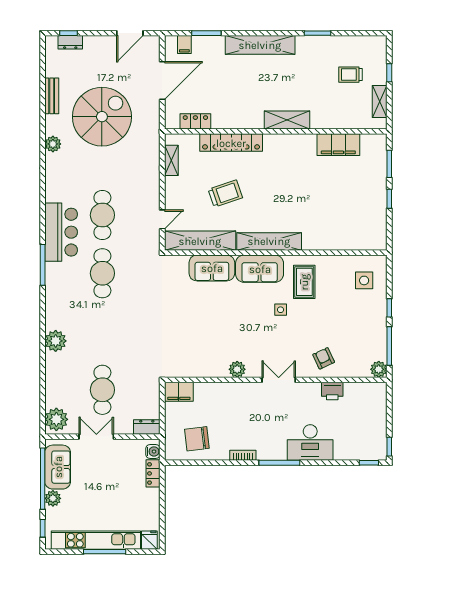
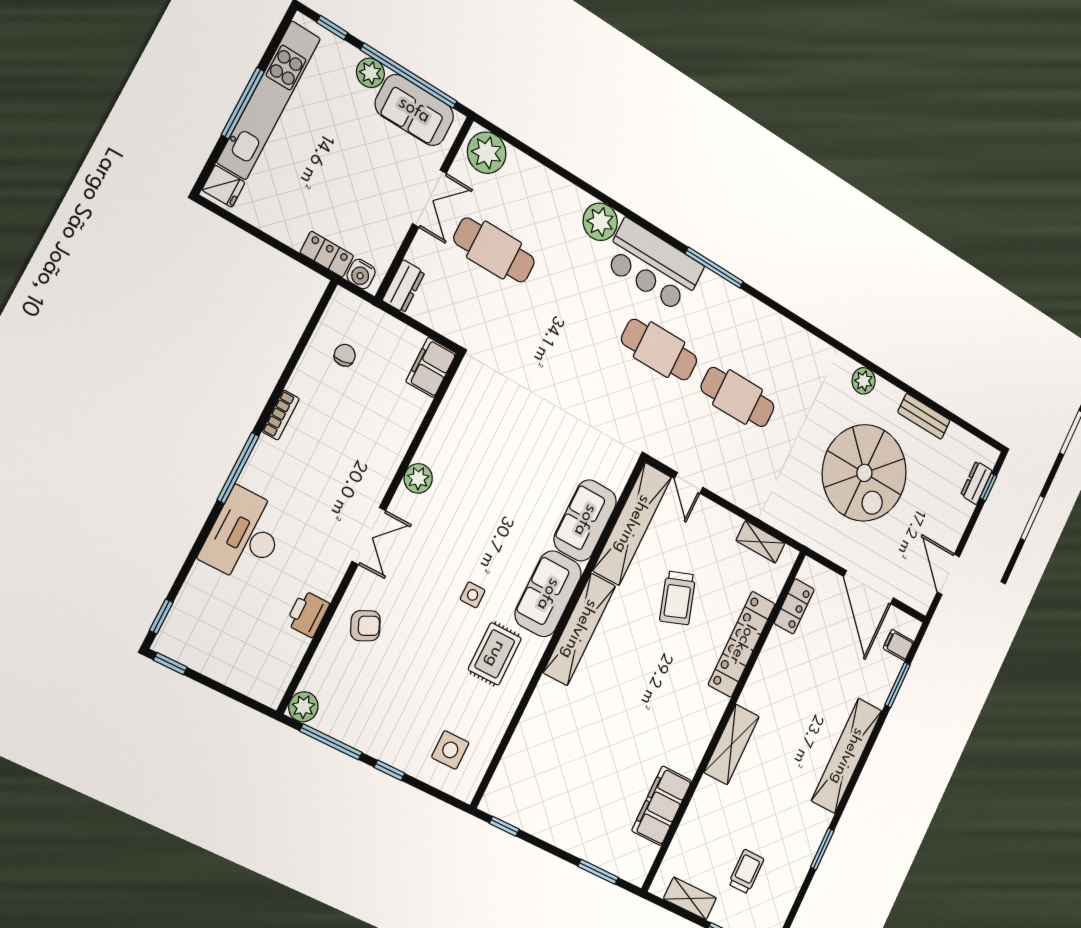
window: (389, 199) -> (504, 826), moved
bar counter: (61, 232) -> (653, 266), moved
rug: (304, 282) -> (495, 654), turned 90
chair: (197, 439) -> (345, 355), width x0.54, depth x0.54

